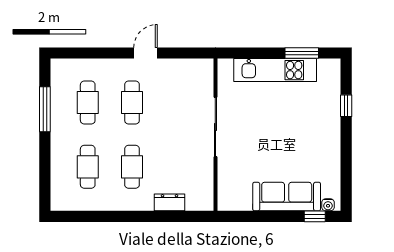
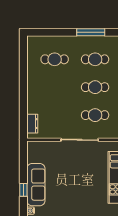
cafe table: (132, 167) -> (95, 115), moved
dresser: (170, 202) -> (32, 124), moved
window: (315, 216) -> (23, 190), moved

